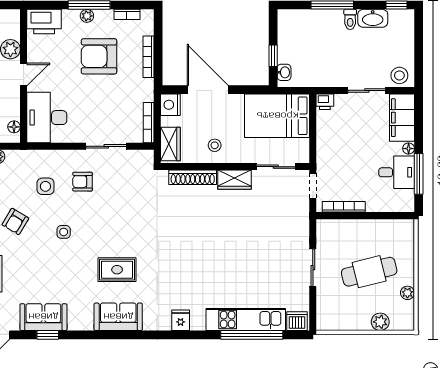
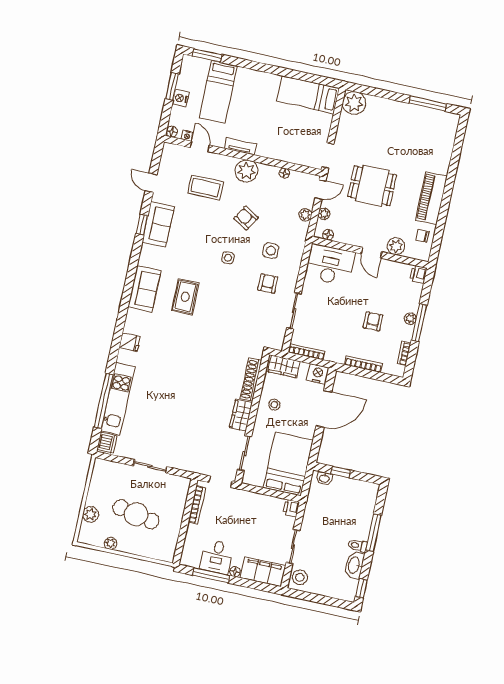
printer: (44, 22) -> (418, 274), width x0.53, depth x0.68
armchair: (99, 56) -> (373, 321), width x0.53, depth x0.53
cafe table: (369, 272) -> (136, 514), turned -65

